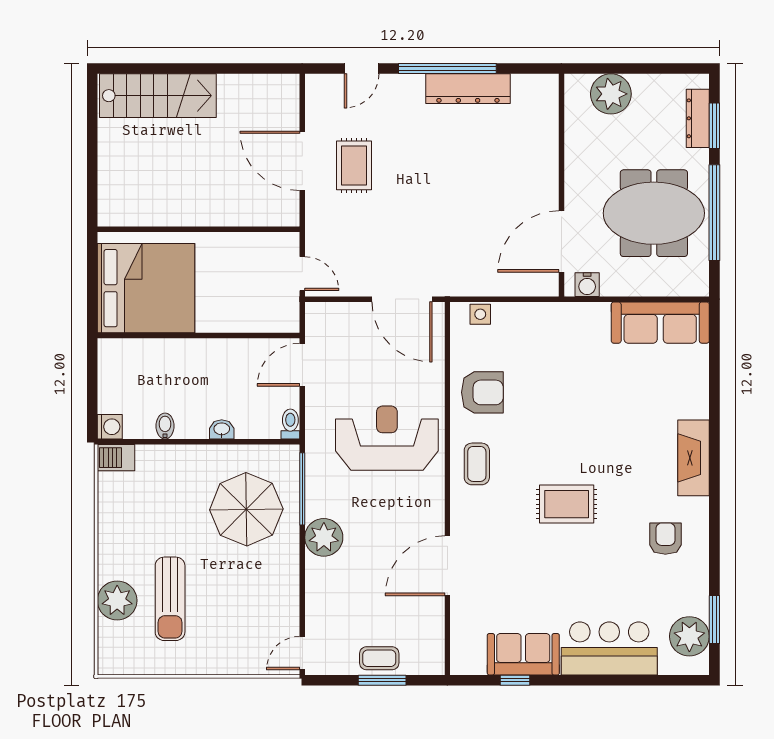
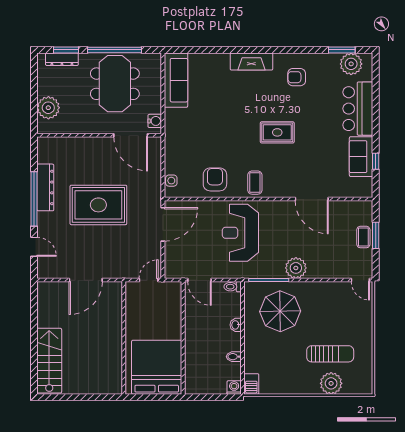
rug: (354, 165) -> (98, 205), moved, width x1.86, depth x2.06
coffee table: (477, 464) -> (255, 183), turned 90
rug: (567, 504) -> (277, 132), turned 90

